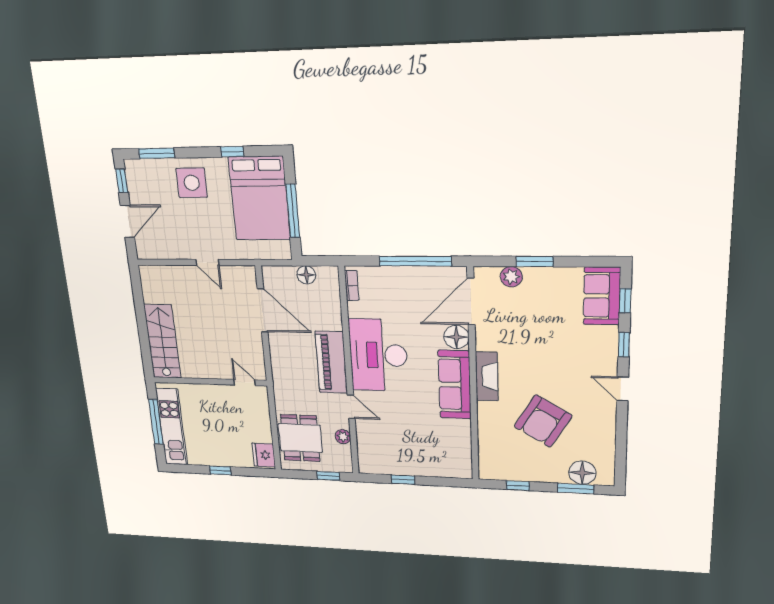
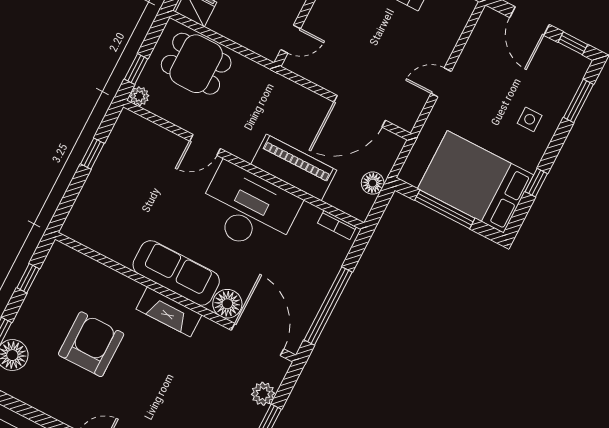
side table: (192, 183) -> (530, 119), width x0.54, depth x0.54
piano: (331, 362) -> (294, 167), moved
armchair: (543, 421) -> (91, 344), turned 59
plant: (343, 437) -> (139, 96), moved

